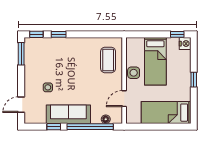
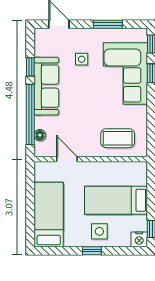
window: (21, 54) -> (108, 24), moved
corner sofa: (59, 54) -> (125, 73), added
side table: (134, 73) -> (99, 231), moved

